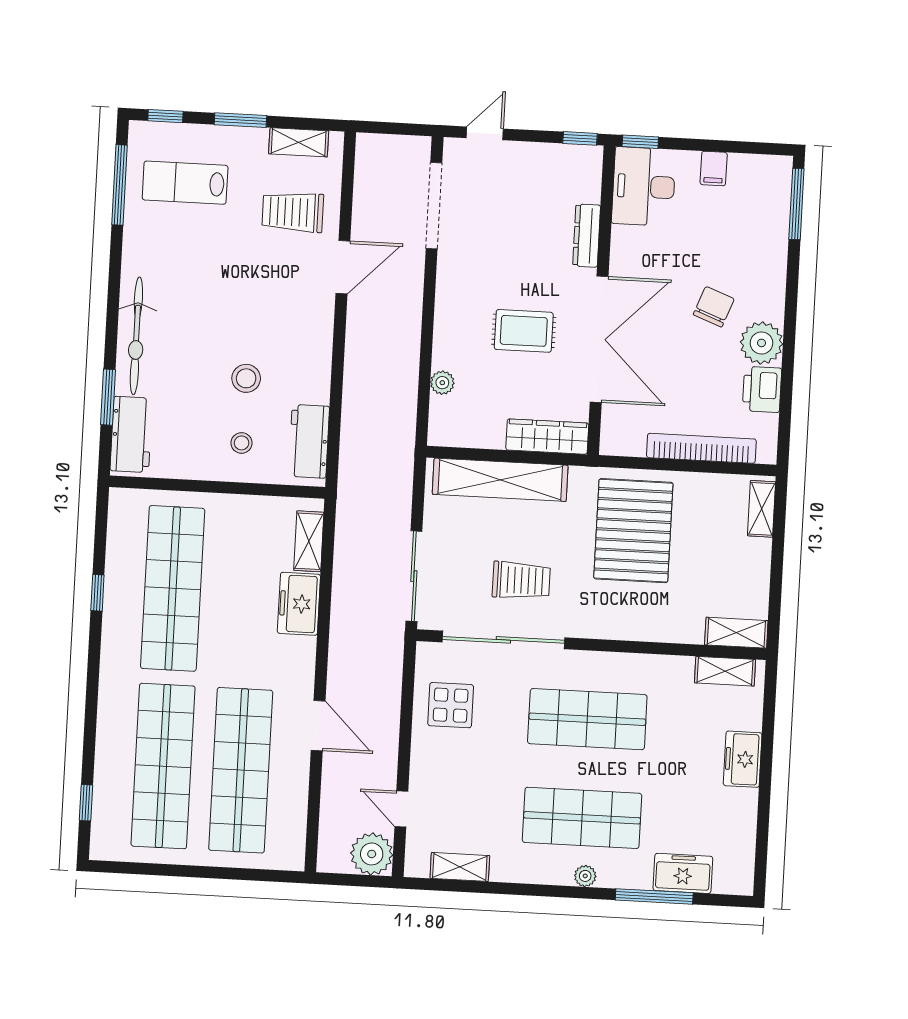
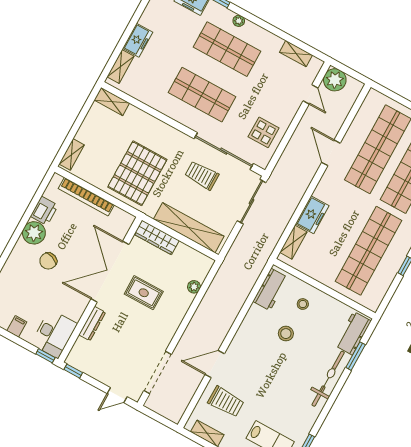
shelving: (725, 671) -> (121, 67), moved, turned 90

